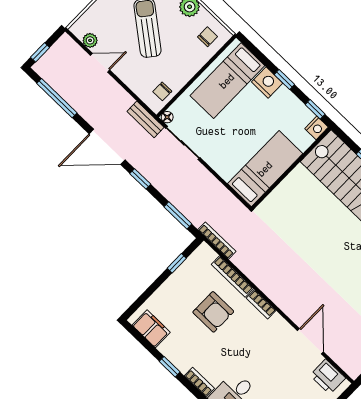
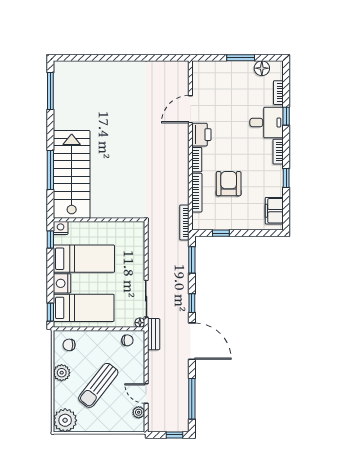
window: (284, 79) -> (50, 312), moved
bed: (265, 169) -> (84, 259), moved, turned 180
printer: (328, 377) -> (201, 135), moved

